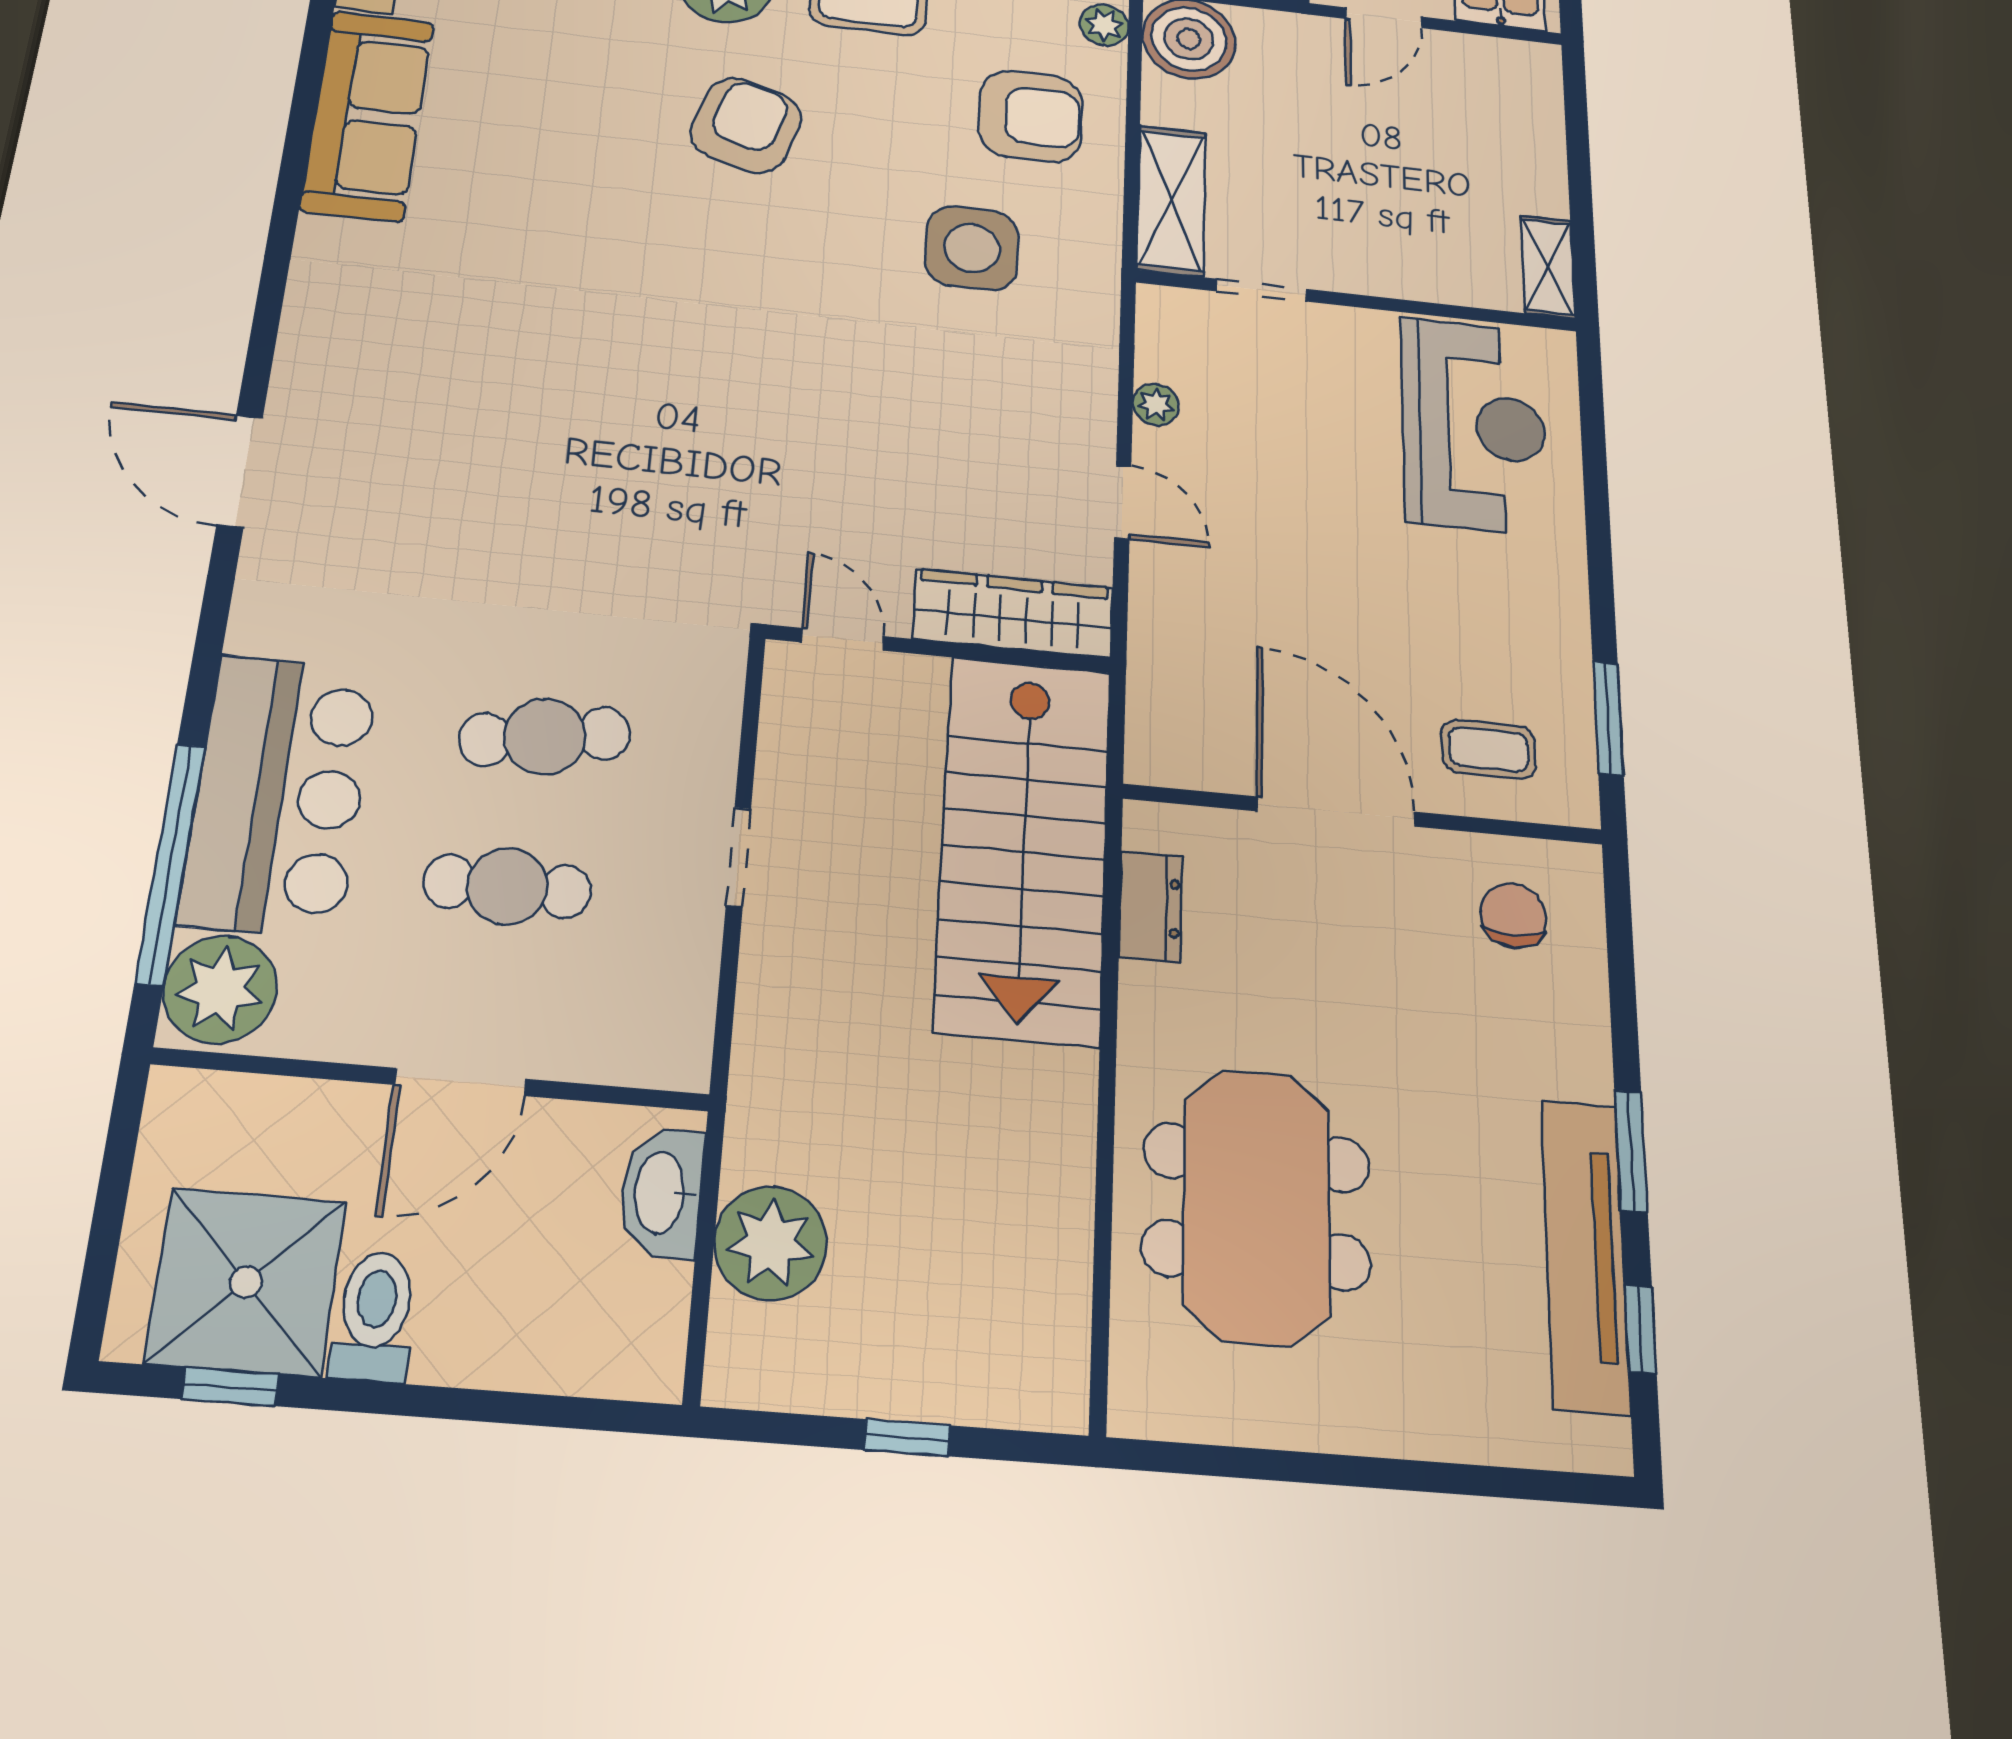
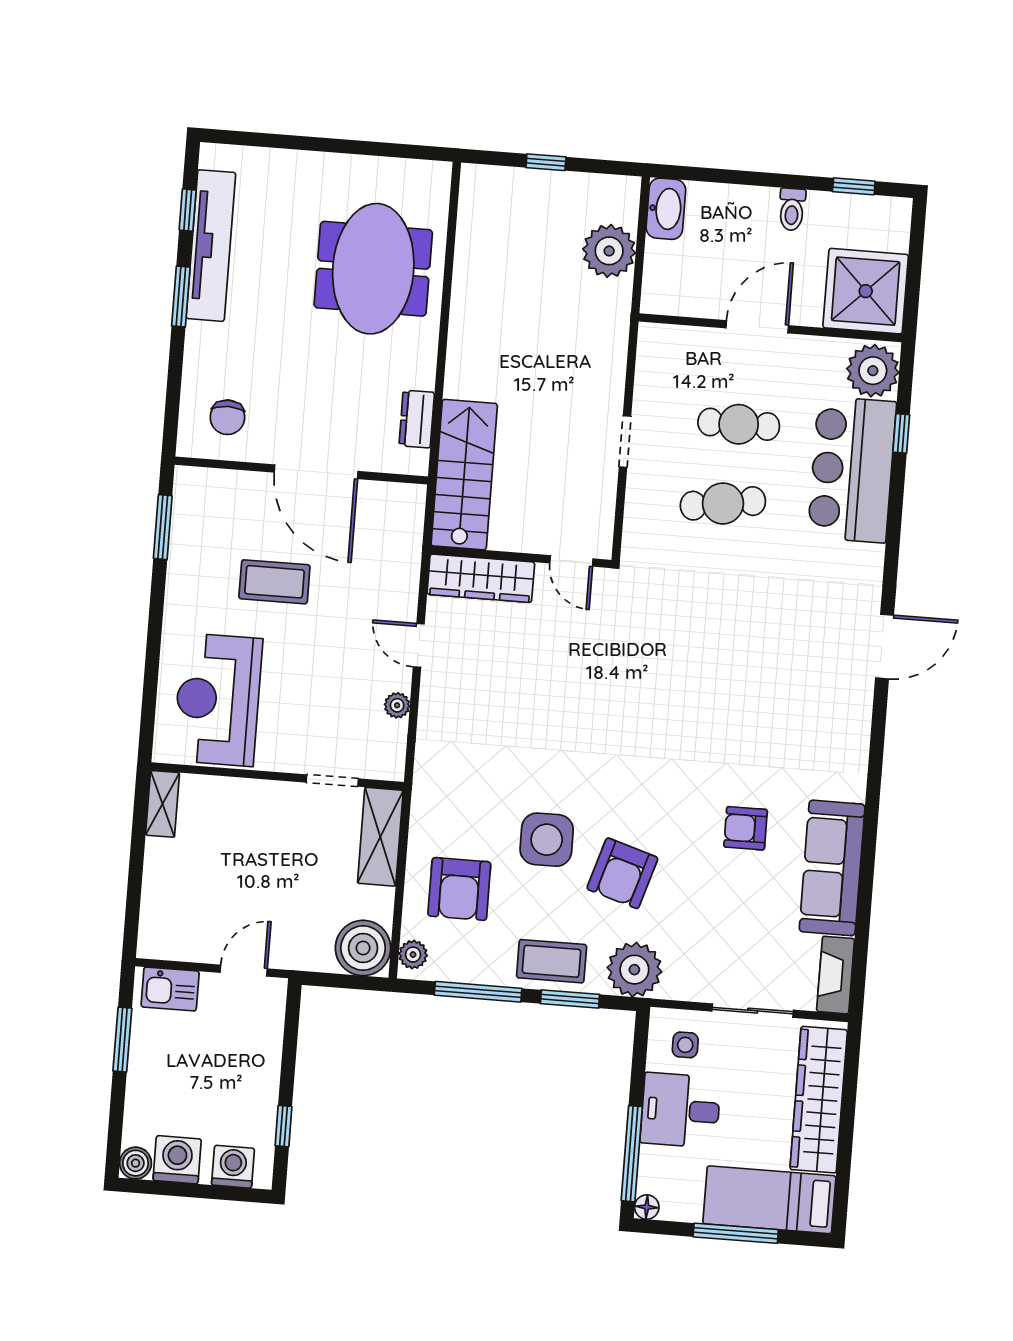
armchair: (1031, 116) -> (459, 889), turned -90
armchair: (523, 184) -> (746, 828), added
side table: (972, 248) -> (547, 840), moved
door: (240, 471) -> (885, 647), hinge flipped
coffee table: (1489, 749) -> (274, 582), moved, width x1.36, depth x1.30
stairs: (1024, 847) -> (464, 475), width x0.73, depth x0.66
window: (171, 863) -> (901, 433), width x0.32
washbasin: (662, 1192) -> (666, 209), moved
shower: (246, 1282) -> (866, 291), moved
toilet: (375, 1316) -> (792, 209), width x0.73, depth x0.72

